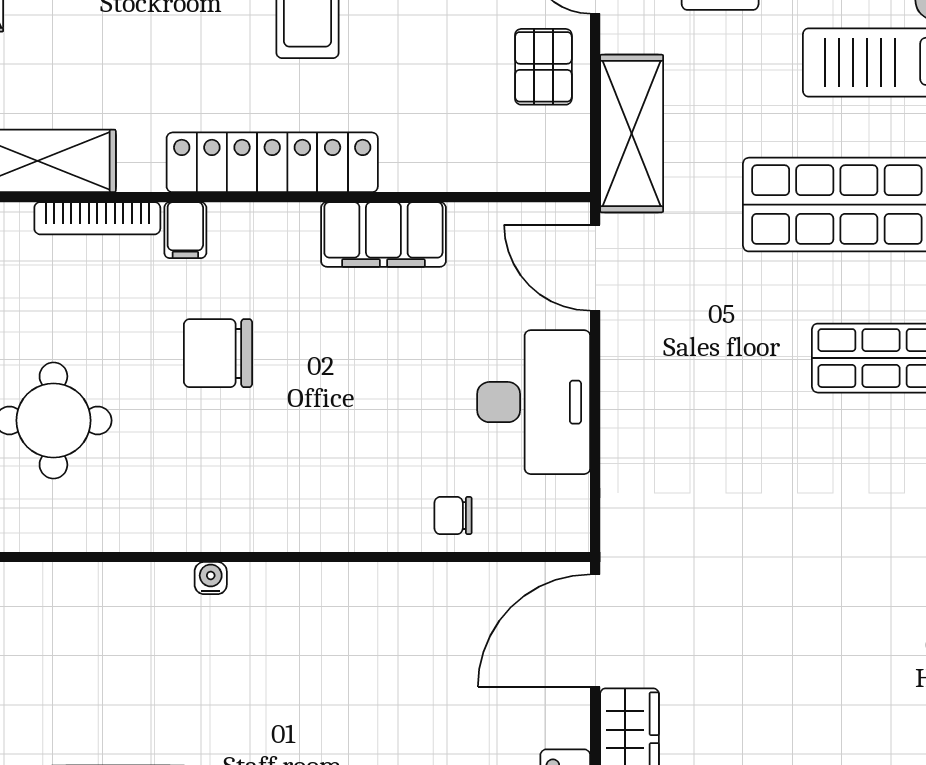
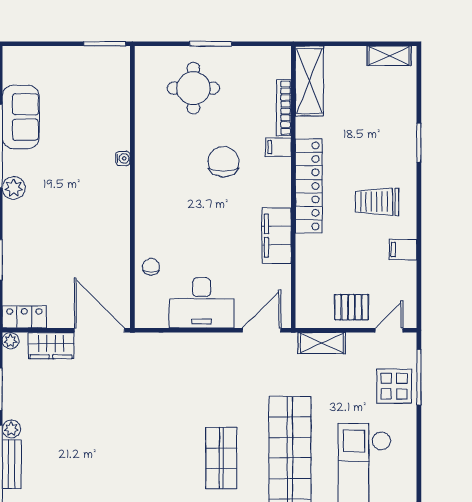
shelving: (632, 133) -> (322, 343), width x0.67, depth x0.75

